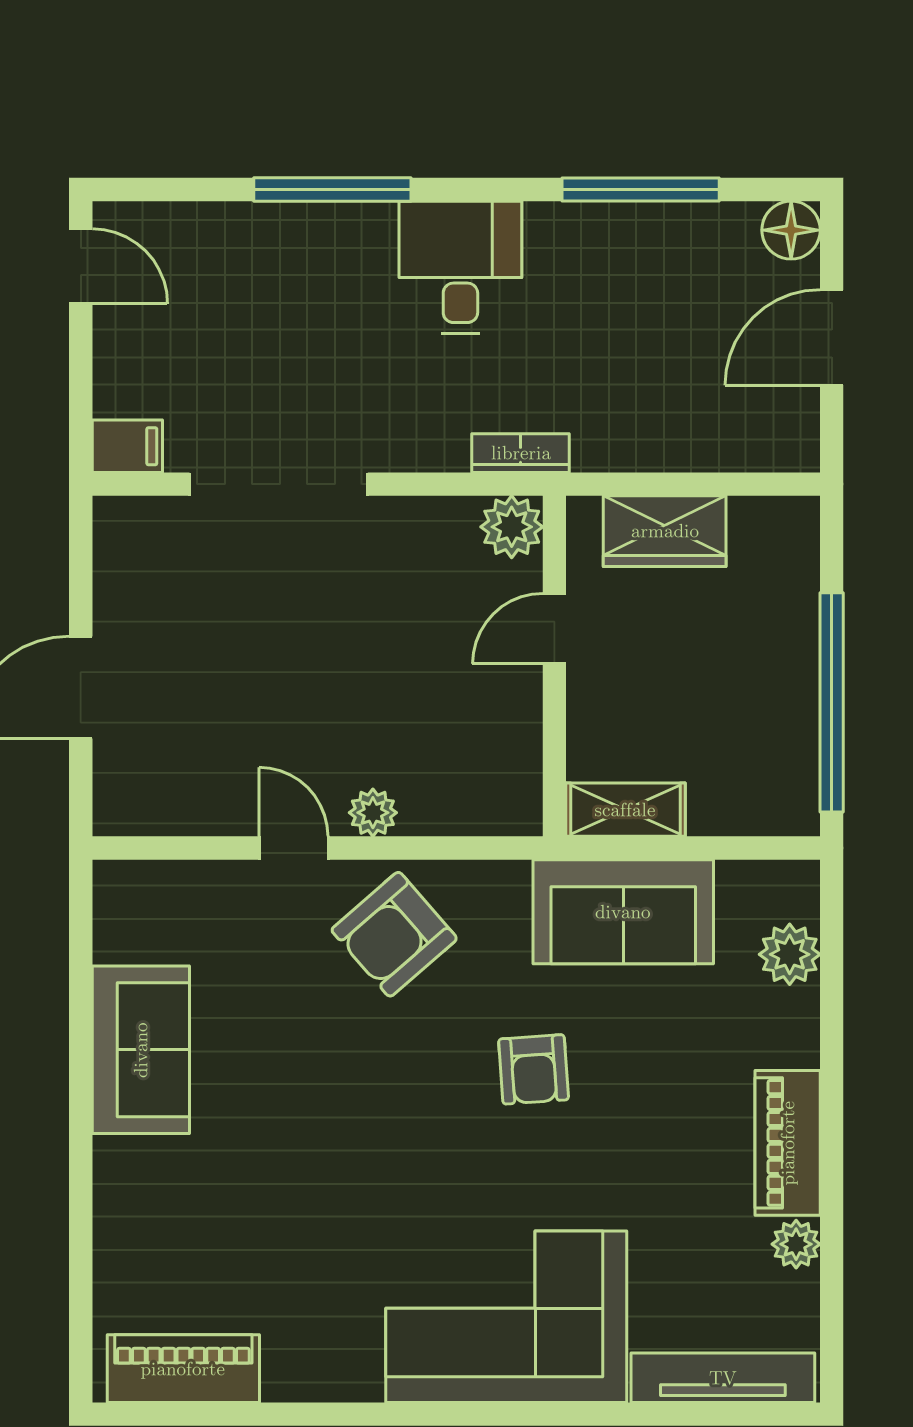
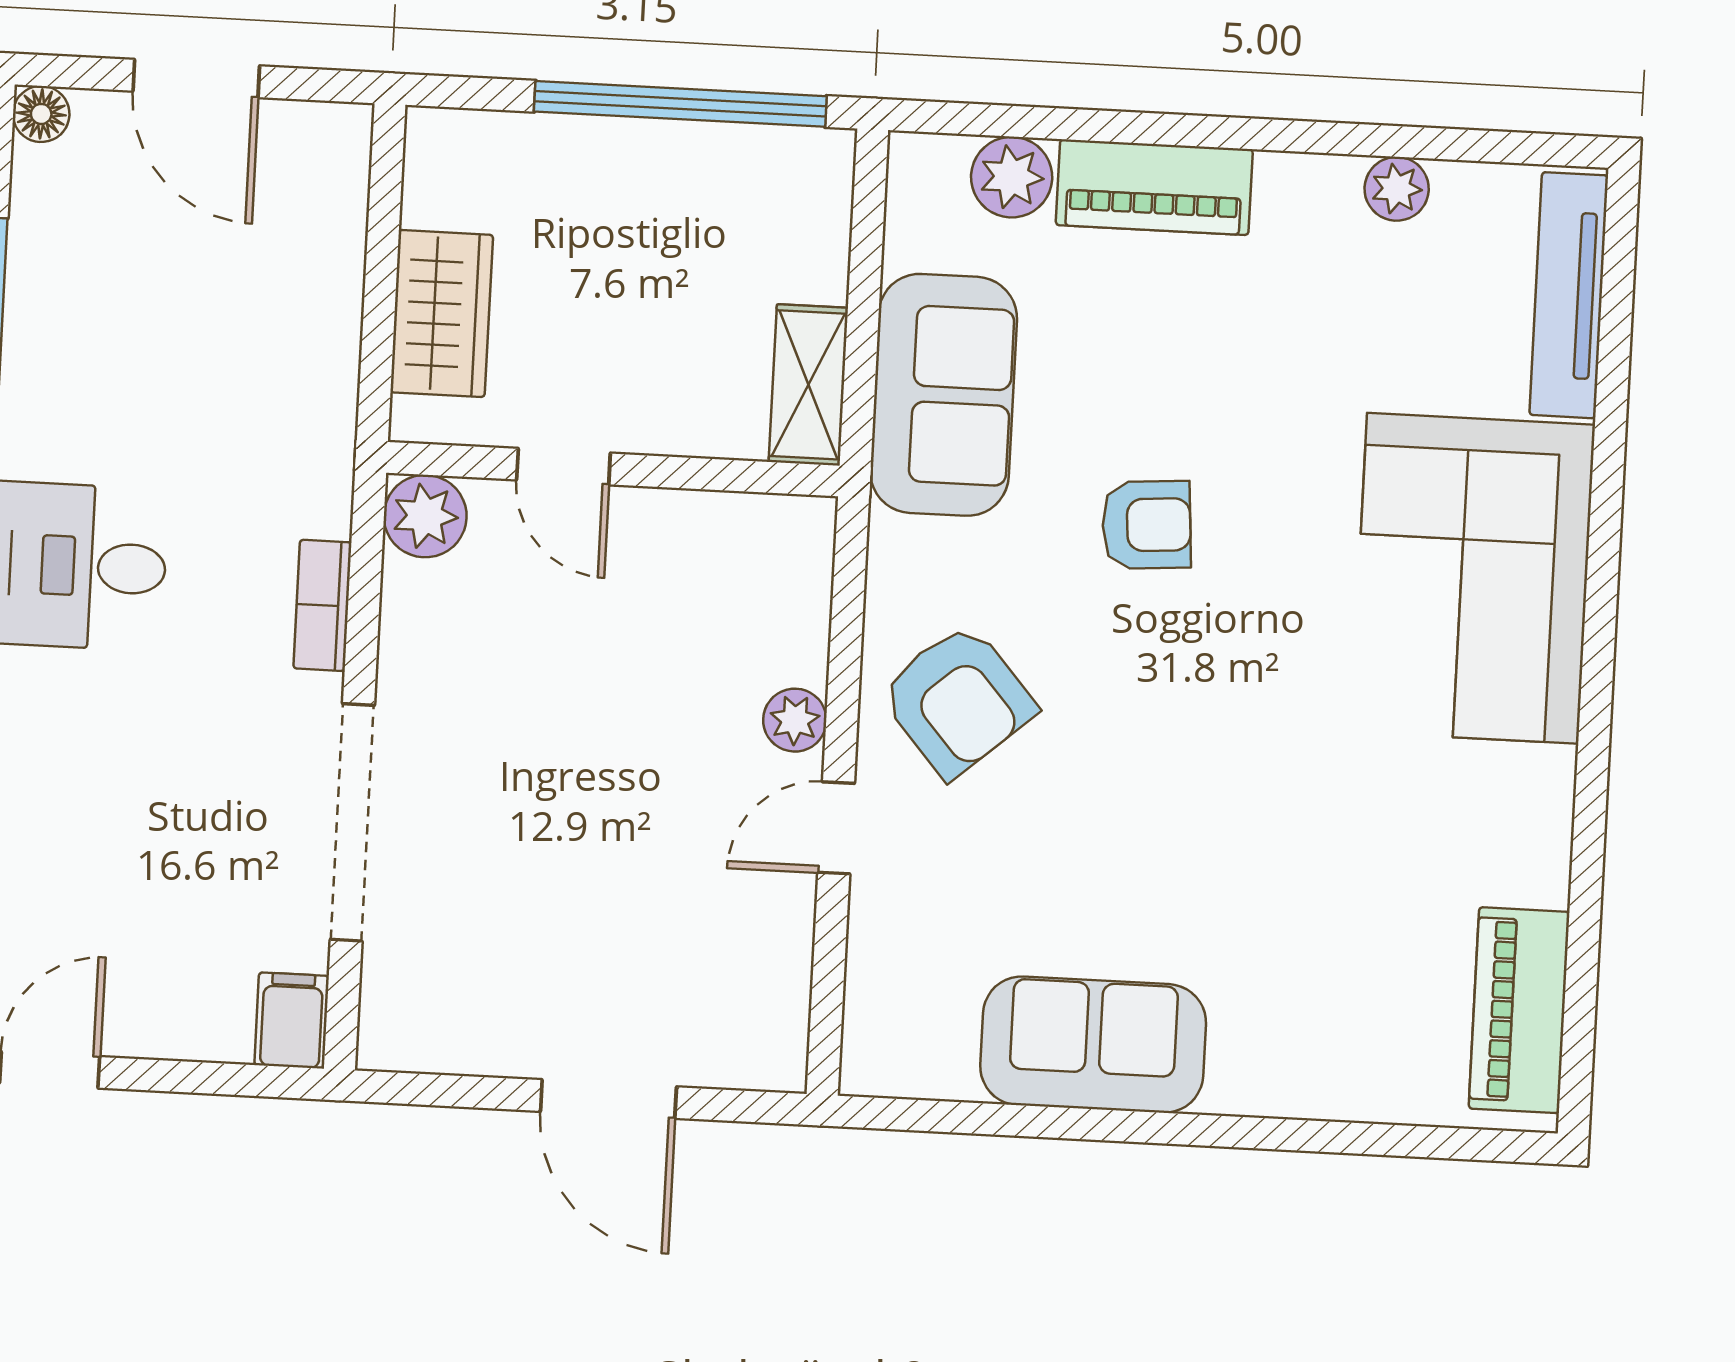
floor lamp: (791, 230) -> (41, 114), width x0.73, depth x0.73
bookcase: (521, 453) -> (322, 605), moved
piano: (788, 1143) -> (1154, 187), moved

